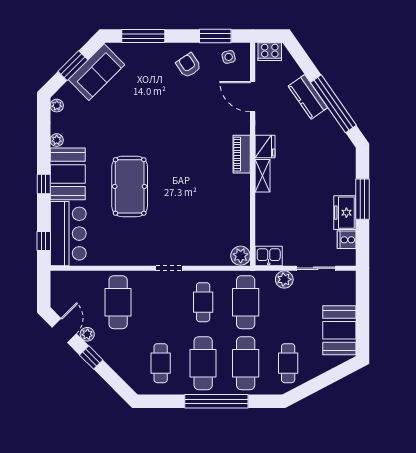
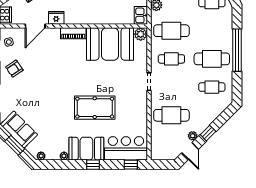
fridge: (265, 146) -> (56, 18), moved
shelving: (263, 176) -> (88, 19), removed
booth: (226, 210) -> (110, 44), added
door: (64, 331) -> (190, 151), swing flipped
cafe table: (246, 363) -> (212, 31), removed

